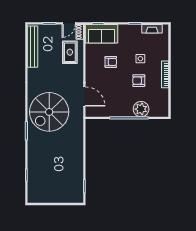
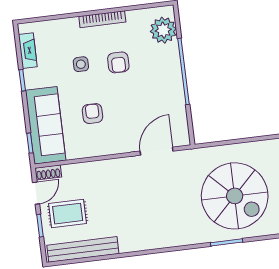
door: (69, 23) -> (36, 193), hinge flipped
sofa: (102, 34) -> (46, 125), width x1.36
rug: (70, 52) -> (68, 214), moved
plant: (141, 109) -> (163, 30), moved
spiral stairs: (49, 112) -> (235, 196), moved

